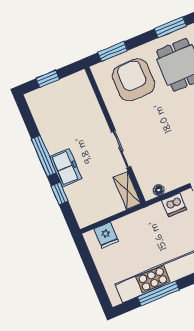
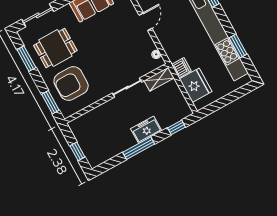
window: (60, 194) -> (177, 127), moved
dishwasher: (174, 205) -> (181, 68), moved
fridge: (106, 235) -> (196, 85), width x1.88, depth x1.34
window: (158, 293) -> (238, 46), width x0.69

